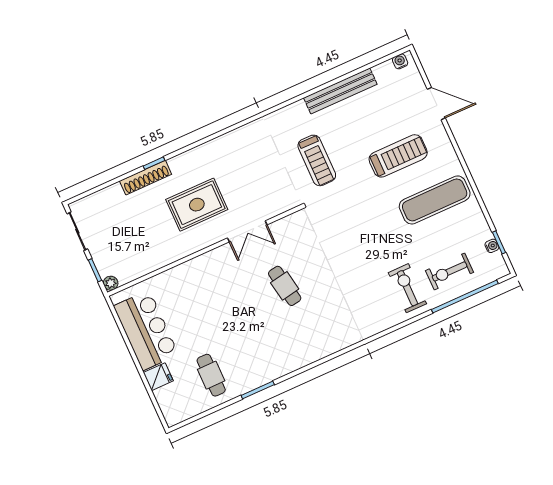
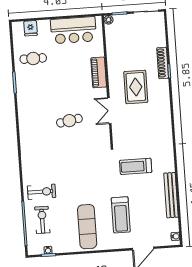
piano: (196, 269) -> (99, 72), added
fridge: (158, 377) -> (31, 28), moved

